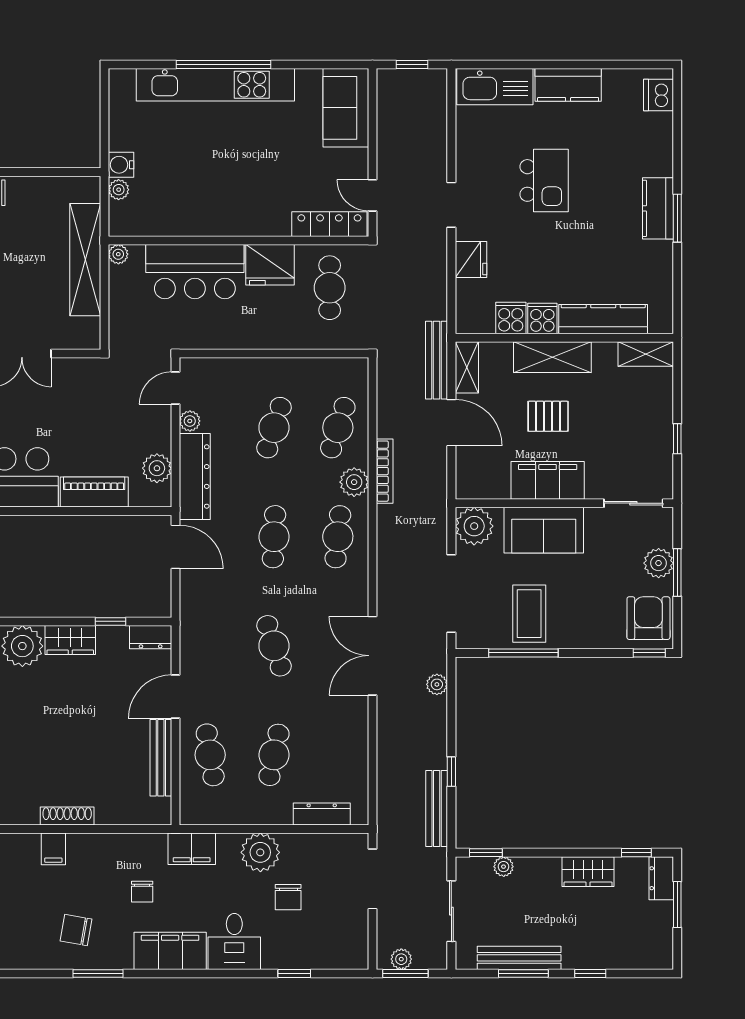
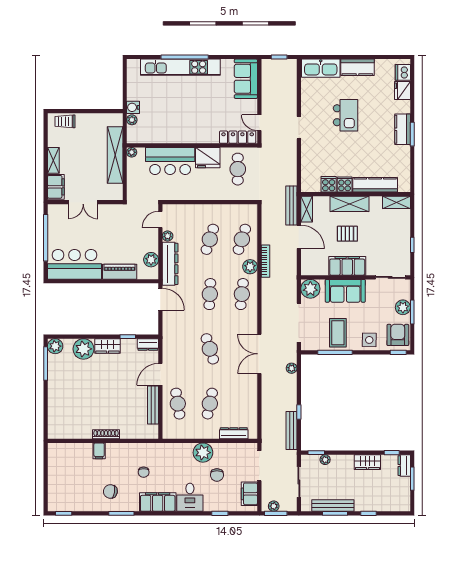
fridge: (471, 260) -> (402, 91), moved, turned 180
side table: (592, 628) -> (369, 340), added
filing cabinet: (192, 849) -> (249, 494), moved, turned 90

